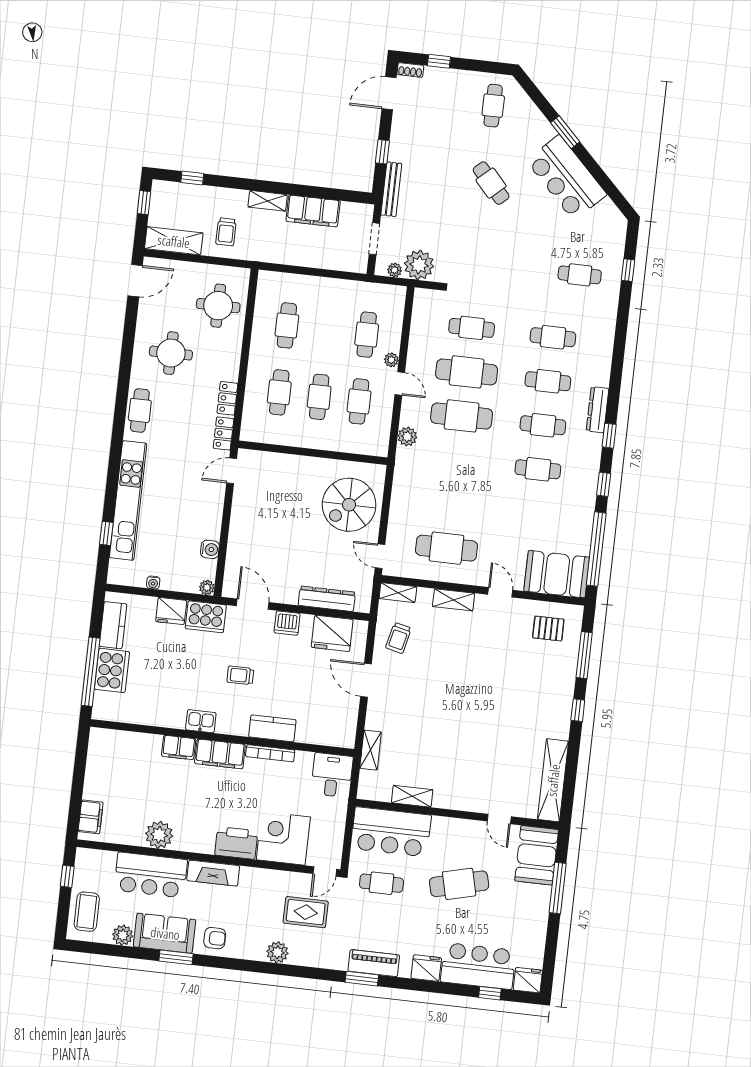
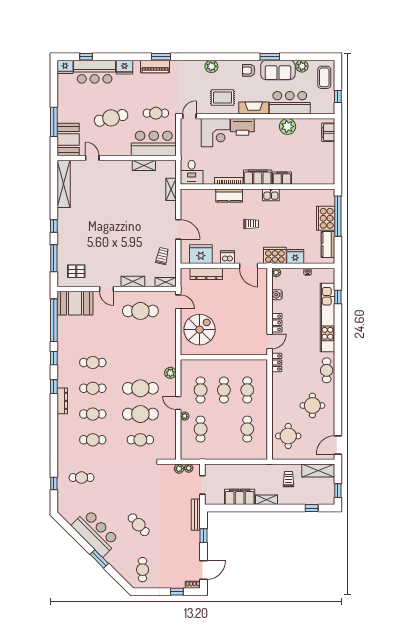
plant: (419, 265) -> (179, 469), width x0.53, depth x0.53
locker: (227, 398) -> (277, 323), moved
rug: (306, 912) -> (222, 97), moved

